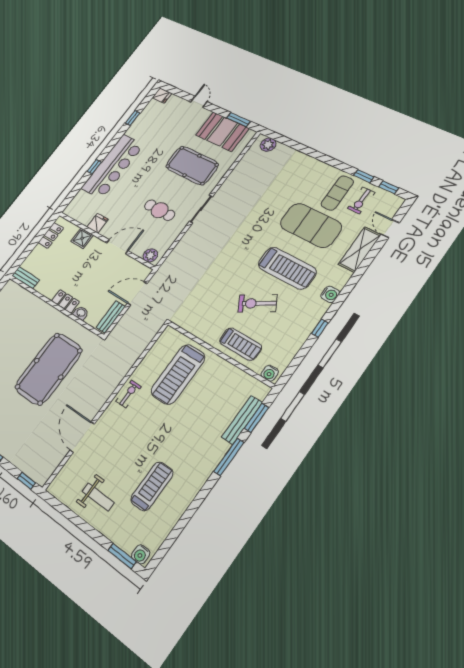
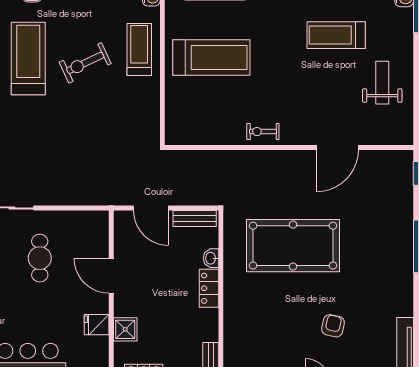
plant: (150, 255) -> (99, 227), removed
exercise bike: (258, 303) -> (85, 63), turned 95
treadmill: (178, 374) -> (211, 58), moved

